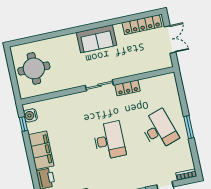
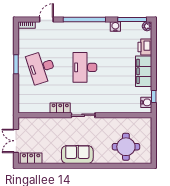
locker: (142, 25) -> (31, 158), width x0.66
round table: (34, 68) -> (126, 147), moved

